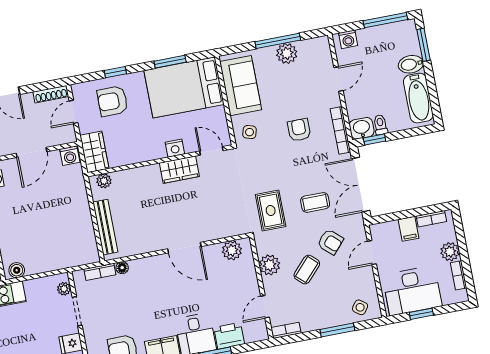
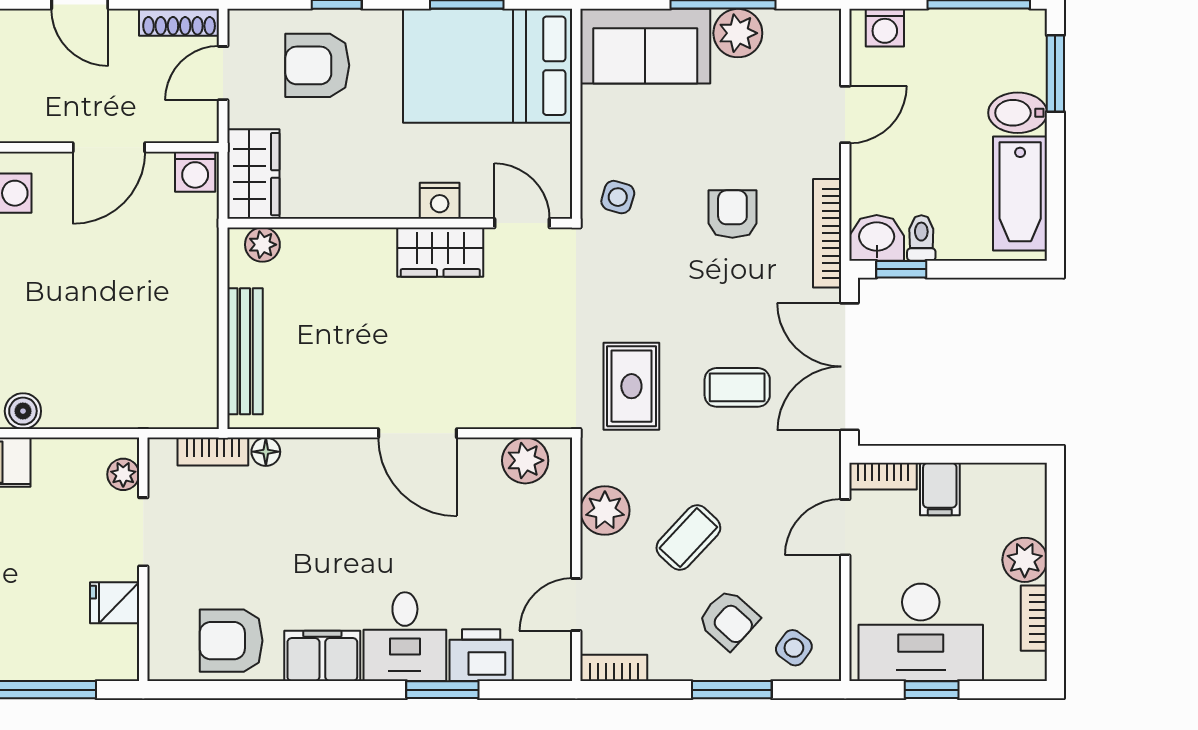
sofa: (241, 86) -> (645, 46), moved, turned 90
bookcase: (431, 219) -> (883, 476), moved
armchair: (330, 242) -> (728, 620), moved

